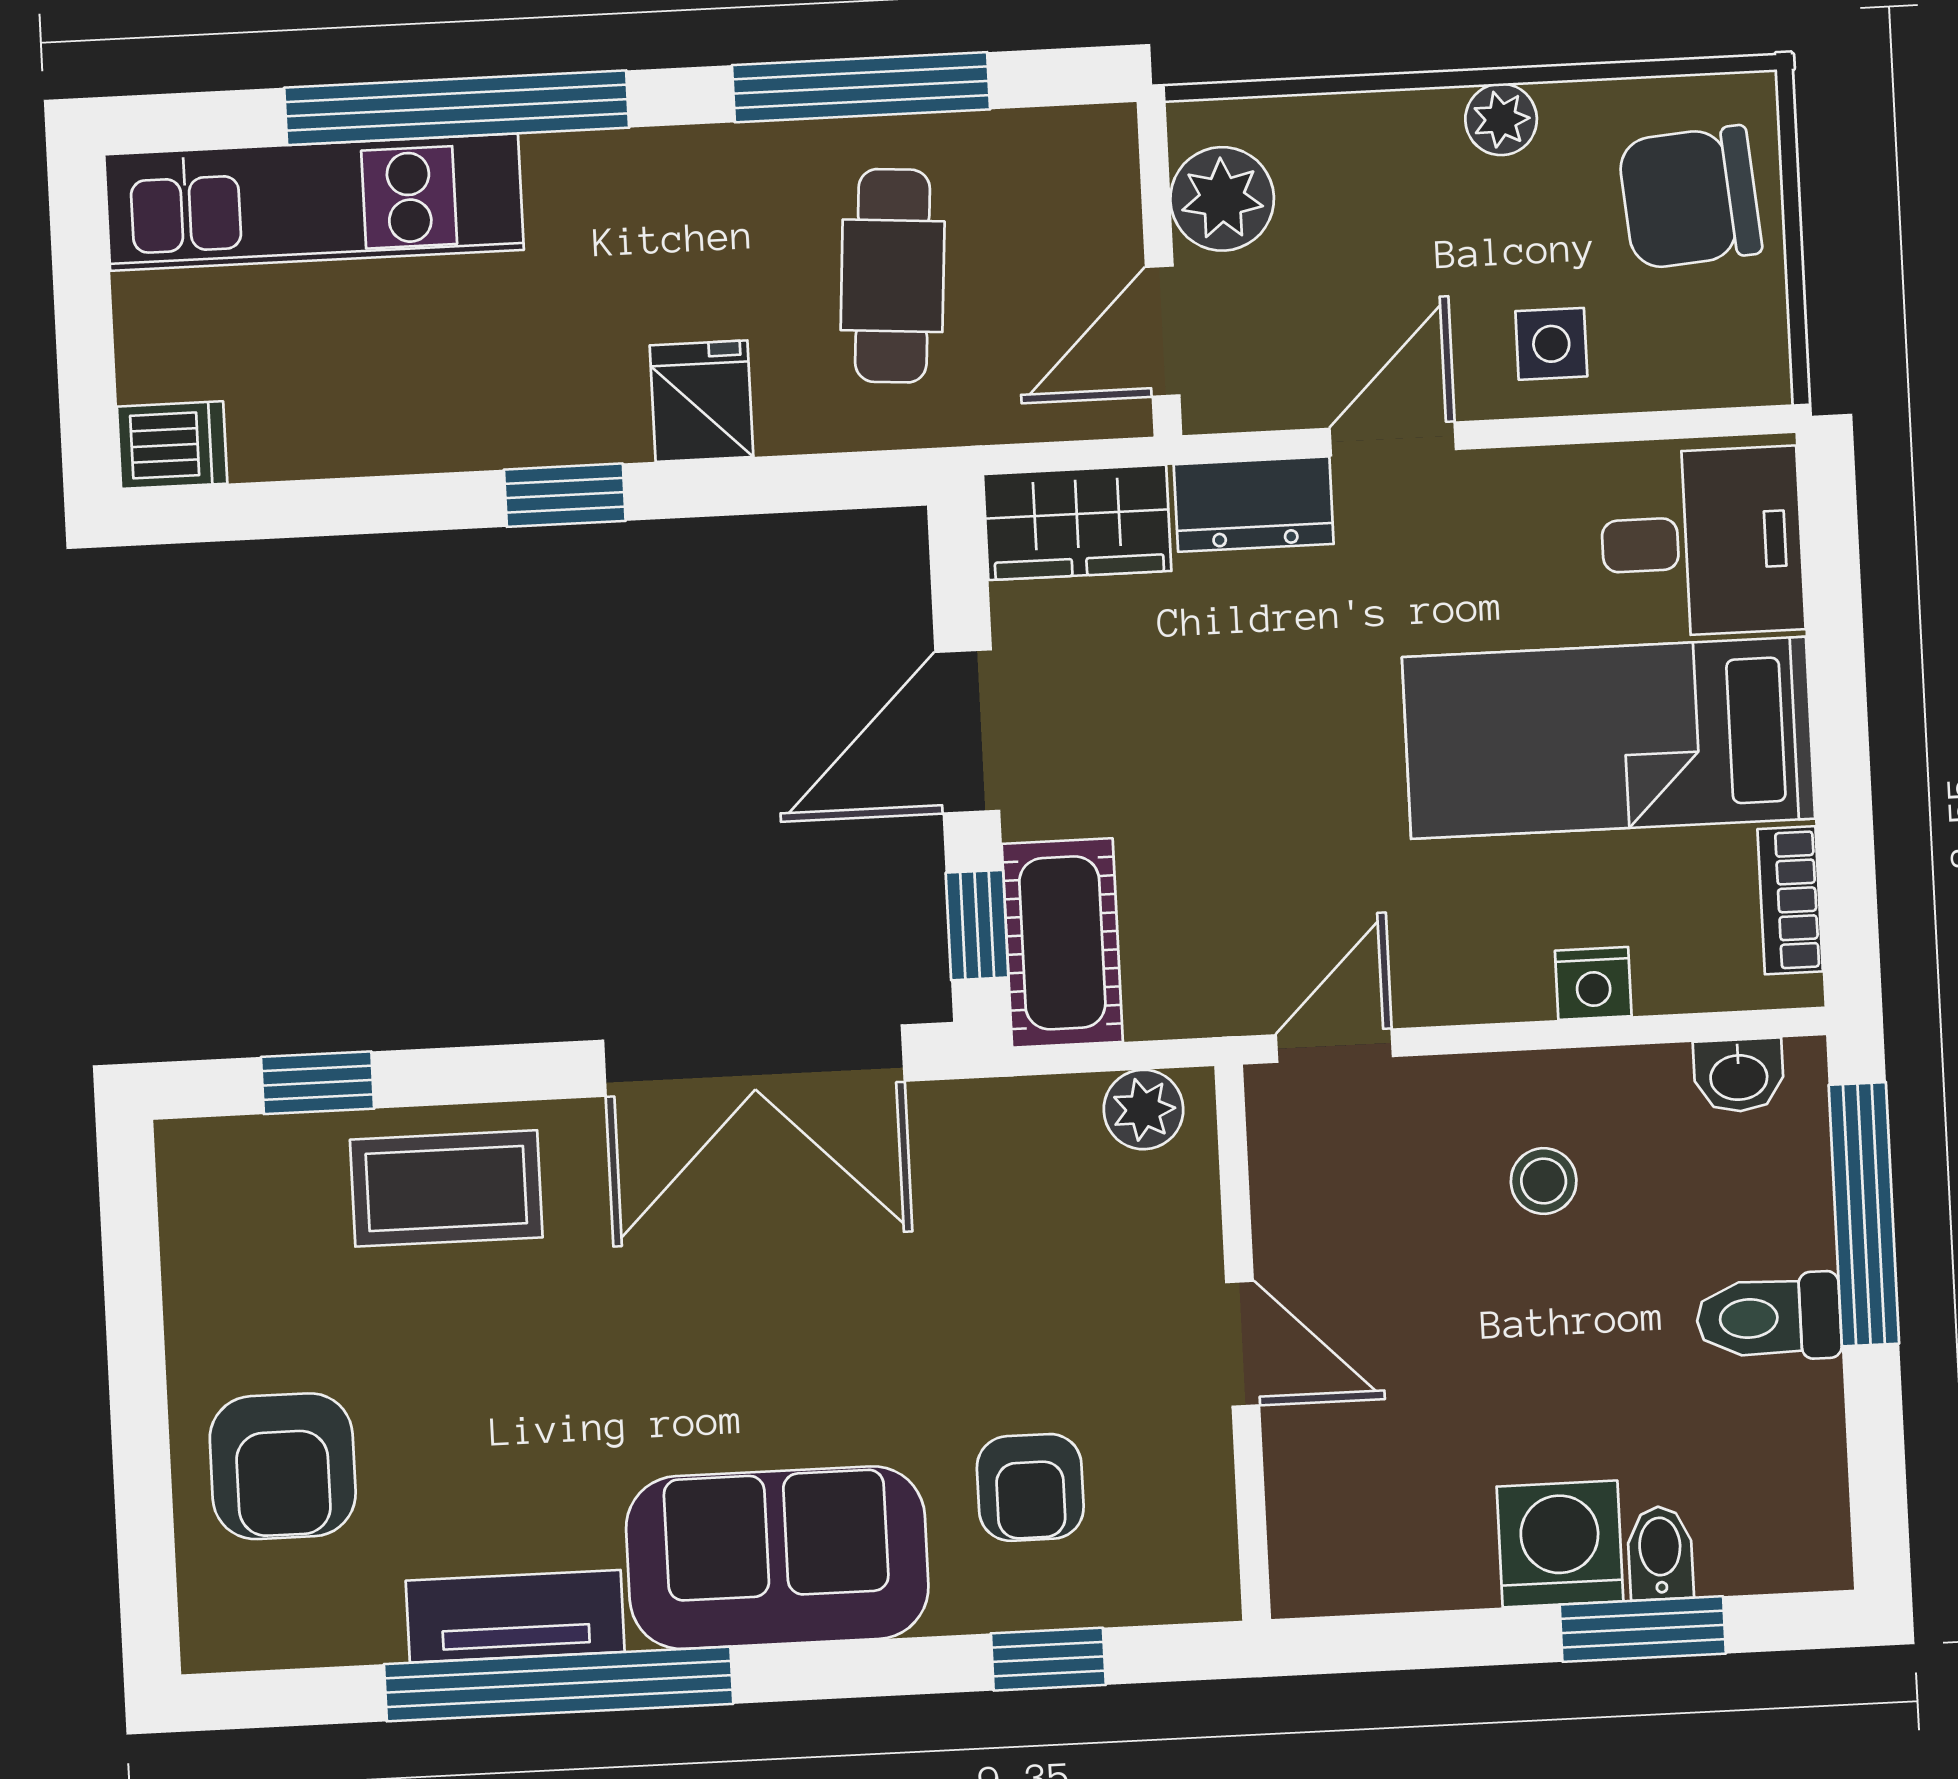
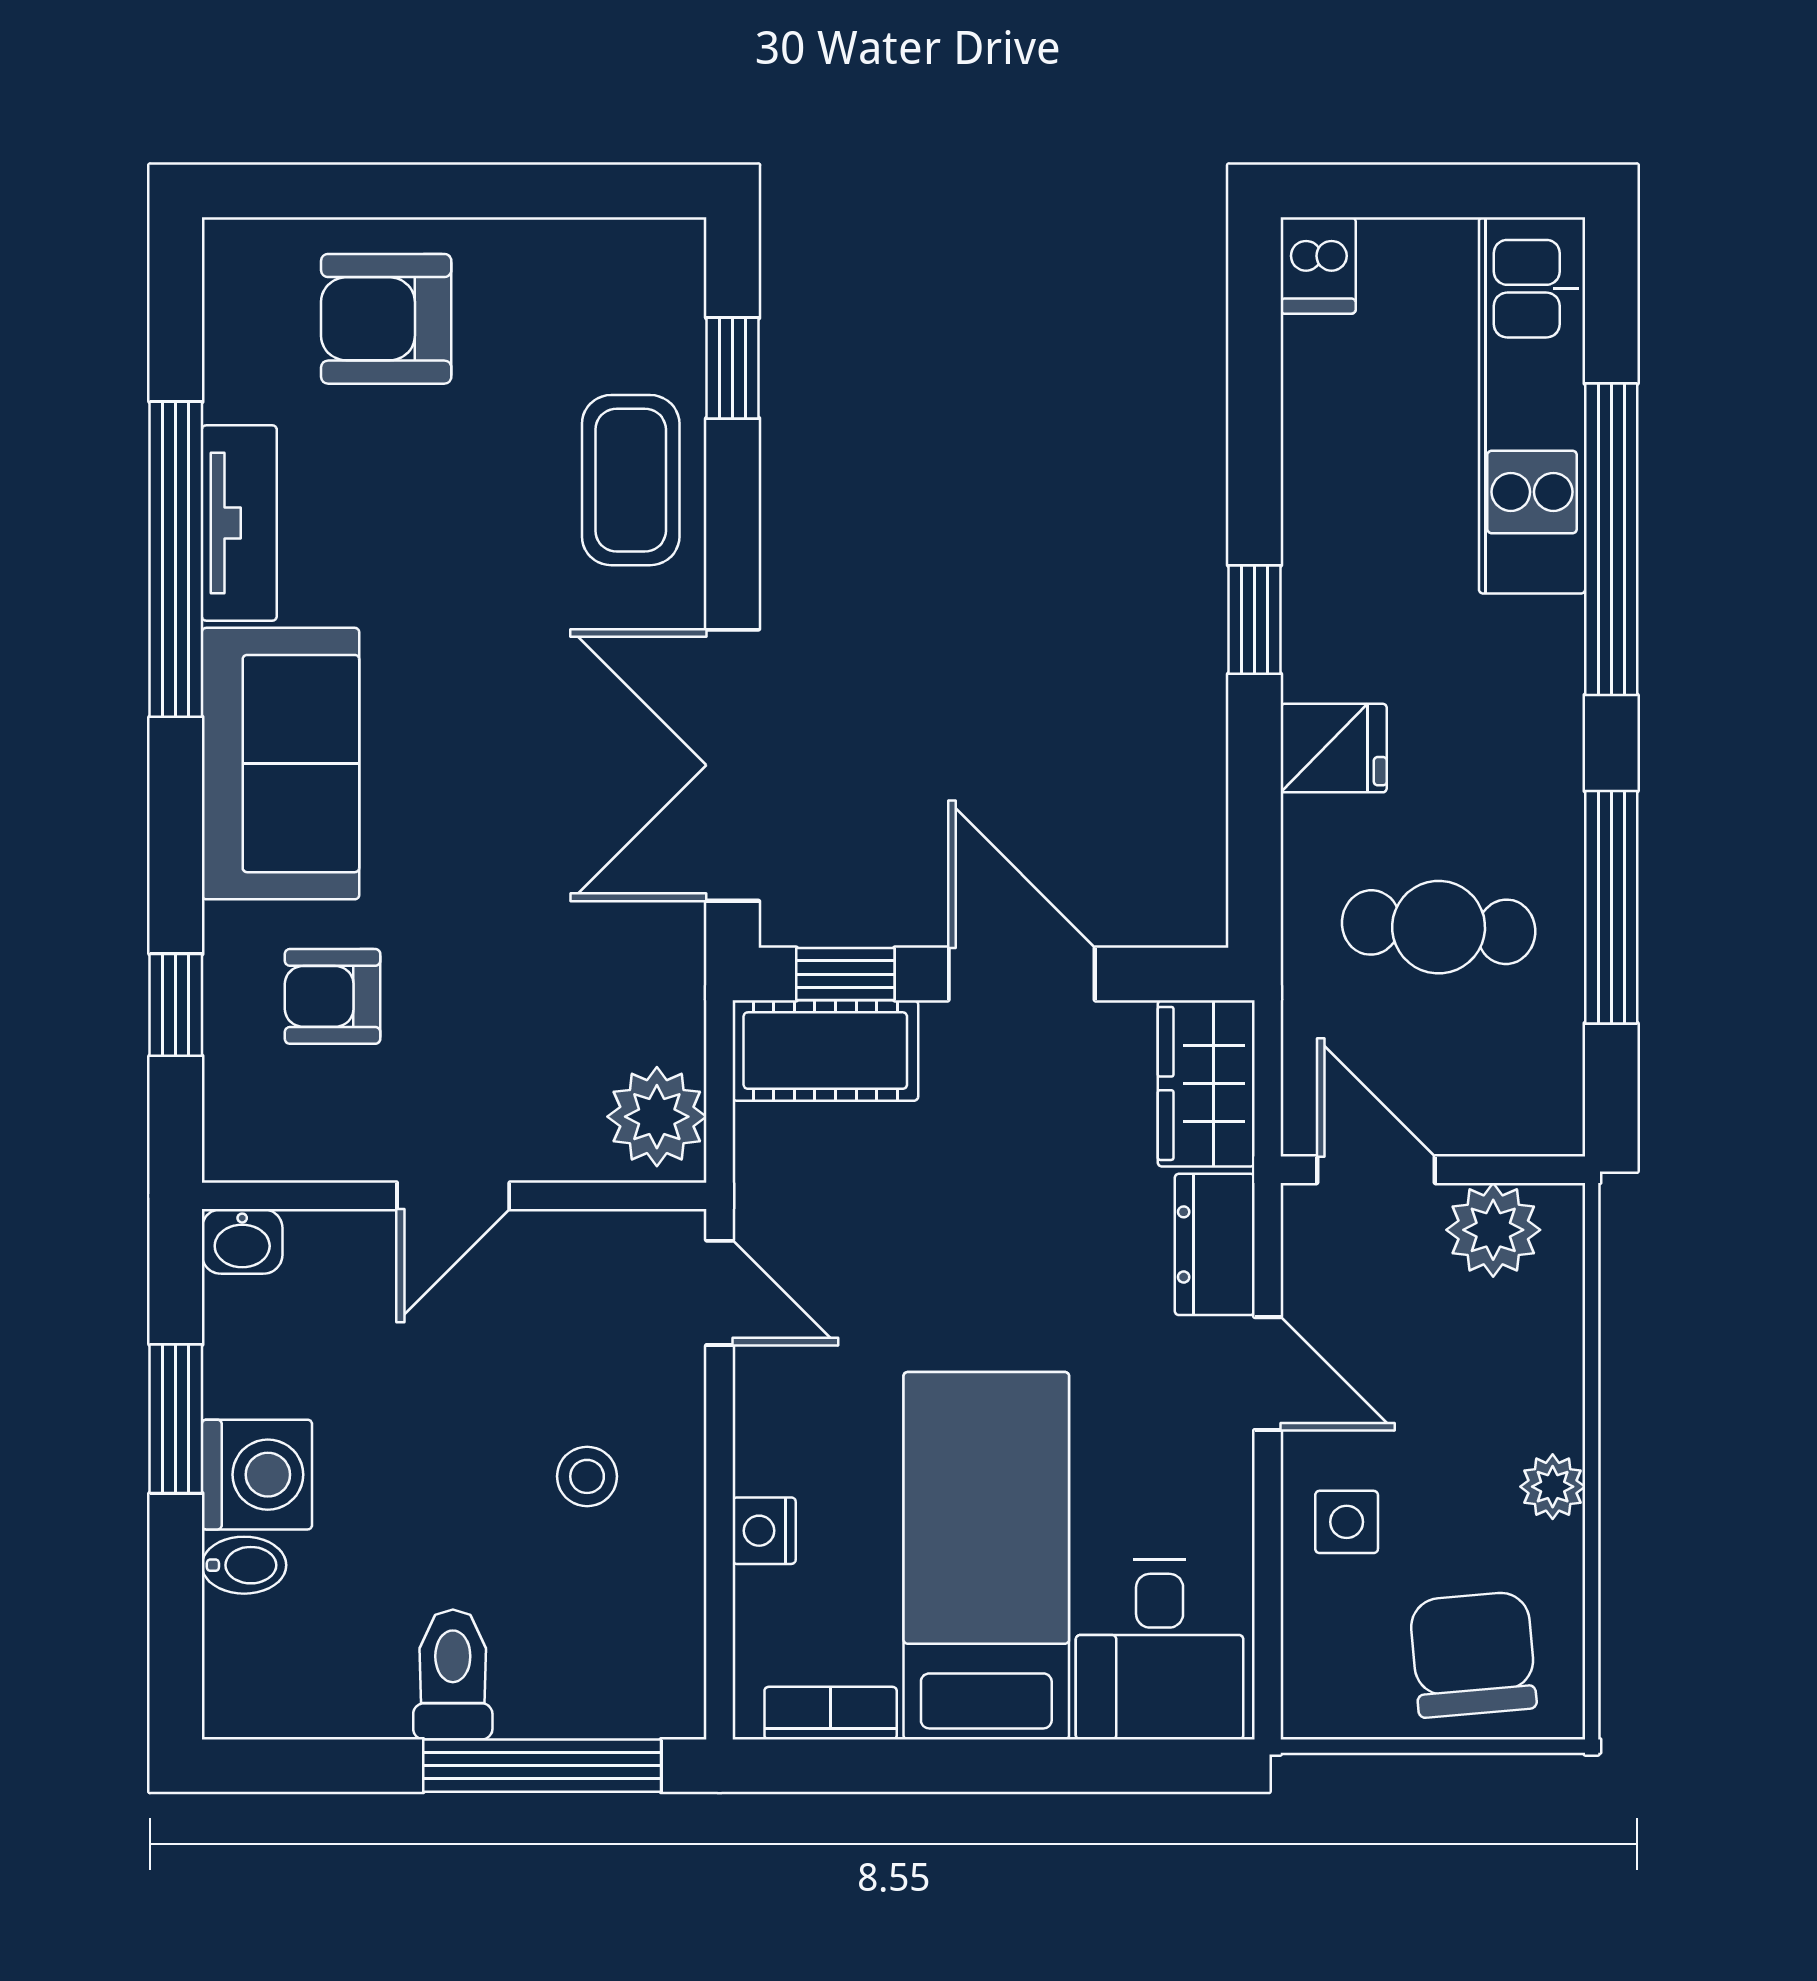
washbasin: (1739, 1075) -> (242, 1241), moved, turned -90
plant: (1144, 1110) -> (657, 1117), width x1.38, depth x1.38
window: (1643, 1629) -> (176, 1419), moved

